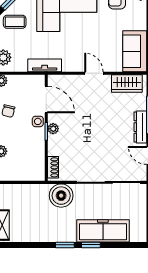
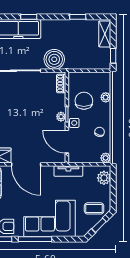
door: (94, 73) -> (26, 164), width x1.87
chair: (27, 147) -> (84, 101), added
window: (65, 245) -> (78, 17), moved

